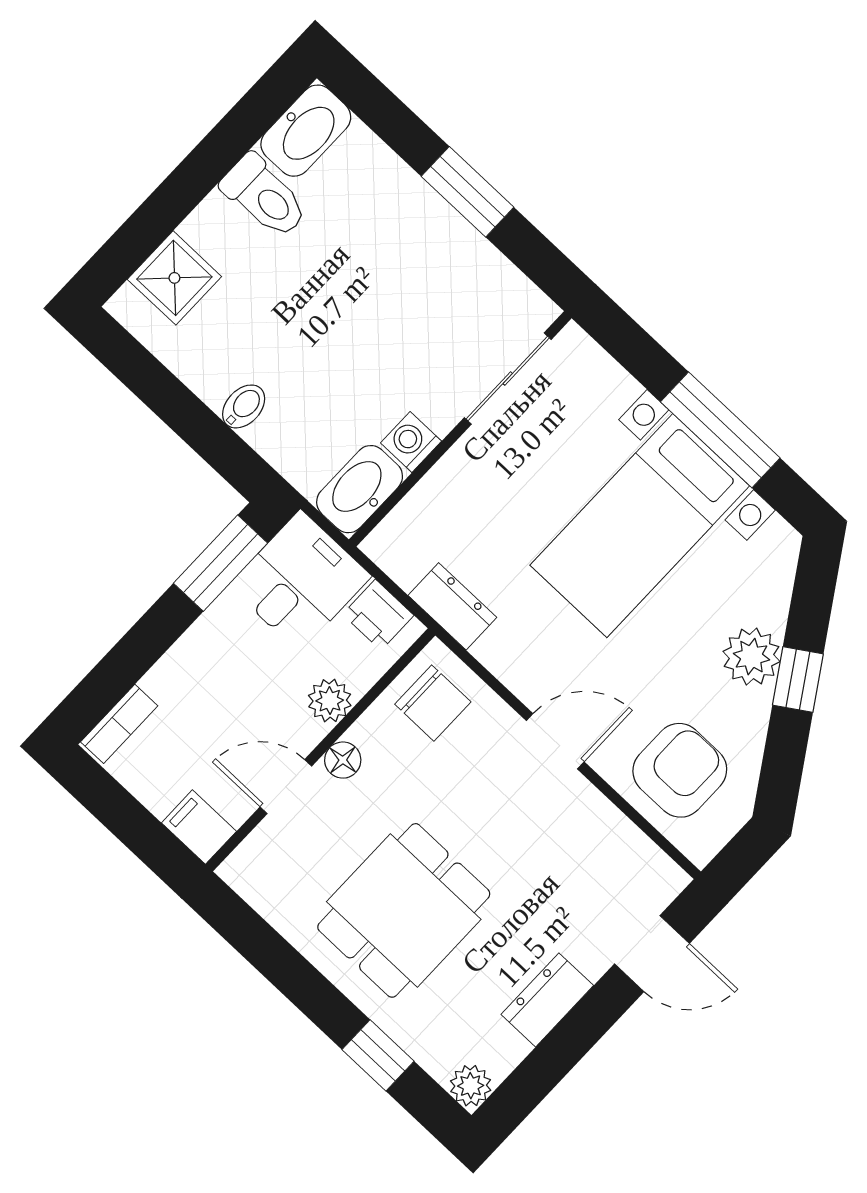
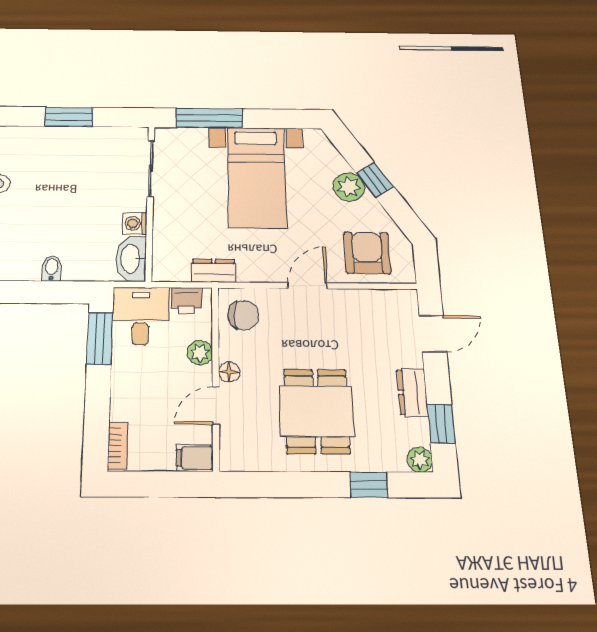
window: (720, 430) -> (209, 118), moved
window: (542, 1070) -> (441, 424), added

